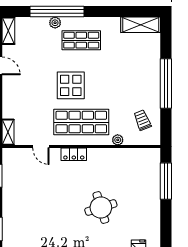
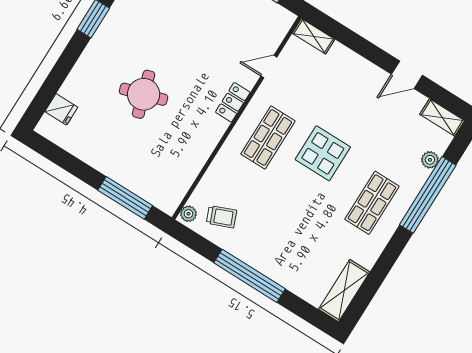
plant: (55, 23) -> (430, 160), moved
shop shelf: (81, 122) -> (268, 137), width x0.70, depth x0.74
plant: (118, 140) -> (188, 214), moved

